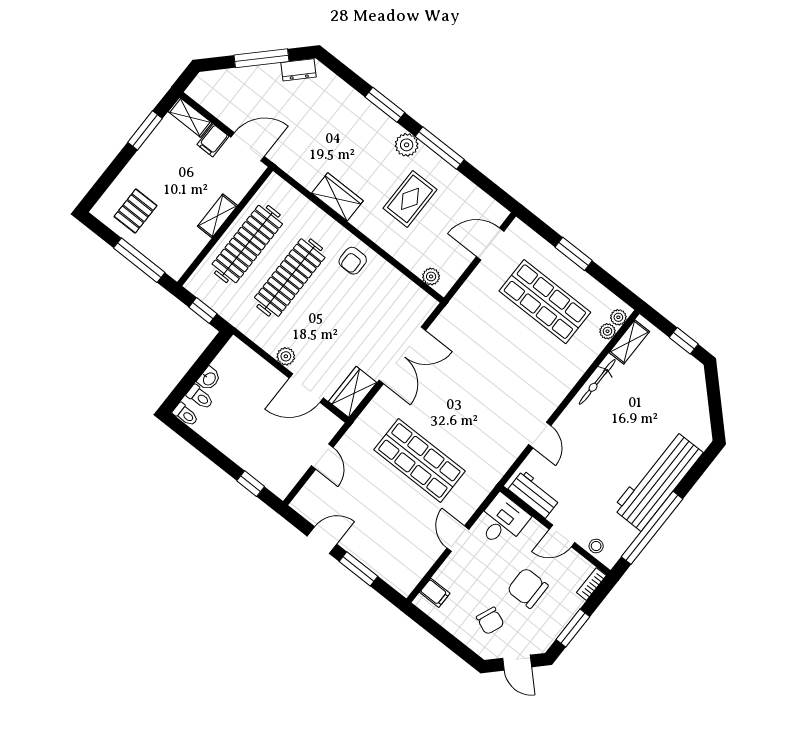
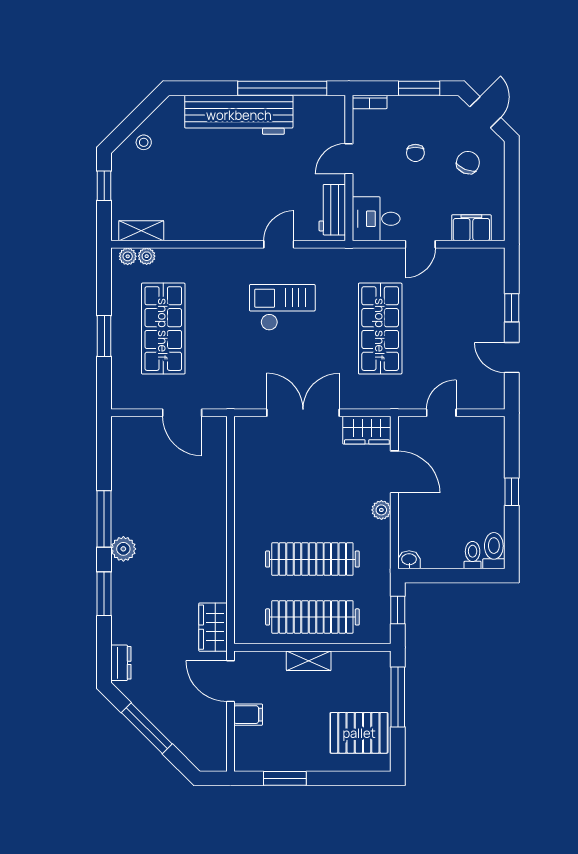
dresser: (298, 70) -> (121, 663), moved, turned 45
shelving: (190, 117) -> (244, 749), removed
wardrobe: (337, 197) -> (213, 627), moved
rug: (410, 199) -> (167, 510), removed
pallet: (136, 211) -> (359, 733), width x1.50, depth x1.42
door: (490, 244) -> (182, 413), moved
armchair: (353, 261) -> (256, 517), removed
plant: (431, 276) -> (218, 441), removed
washbasin: (209, 379) -> (409, 560), moved
bicycle: (597, 382) -> (196, 231), removed
checkout: (491, 401) -> (282, 307), added
toilet: (185, 415) -> (494, 551), width x1.37, depth x1.39
window: (251, 484) -> (512, 492), moved
door: (562, 536) -> (349, 159), swing flipped
stool: (596, 546) -> (144, 142), moved
window: (359, 569) -> (512, 308), width x0.67
chair: (528, 588) -> (415, 153), width x0.54, depth x0.54
filing cabinet: (435, 593) -> (471, 228), width x2.00

